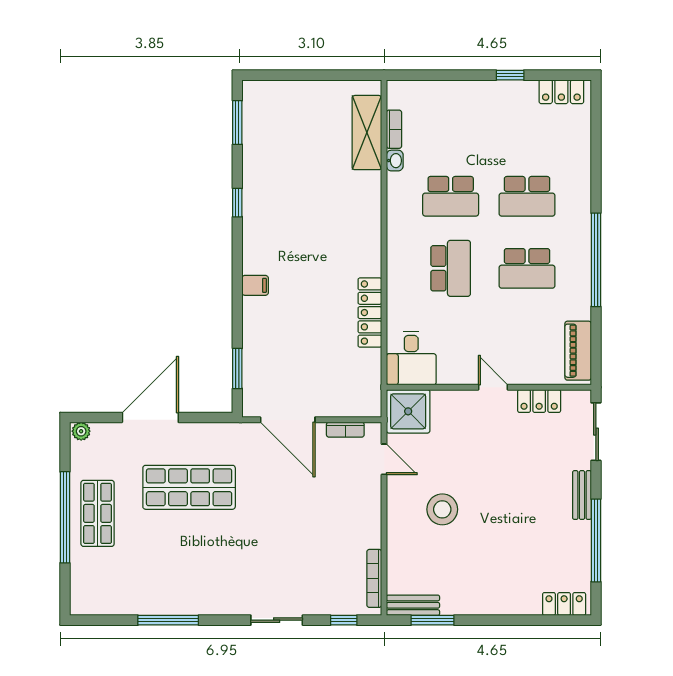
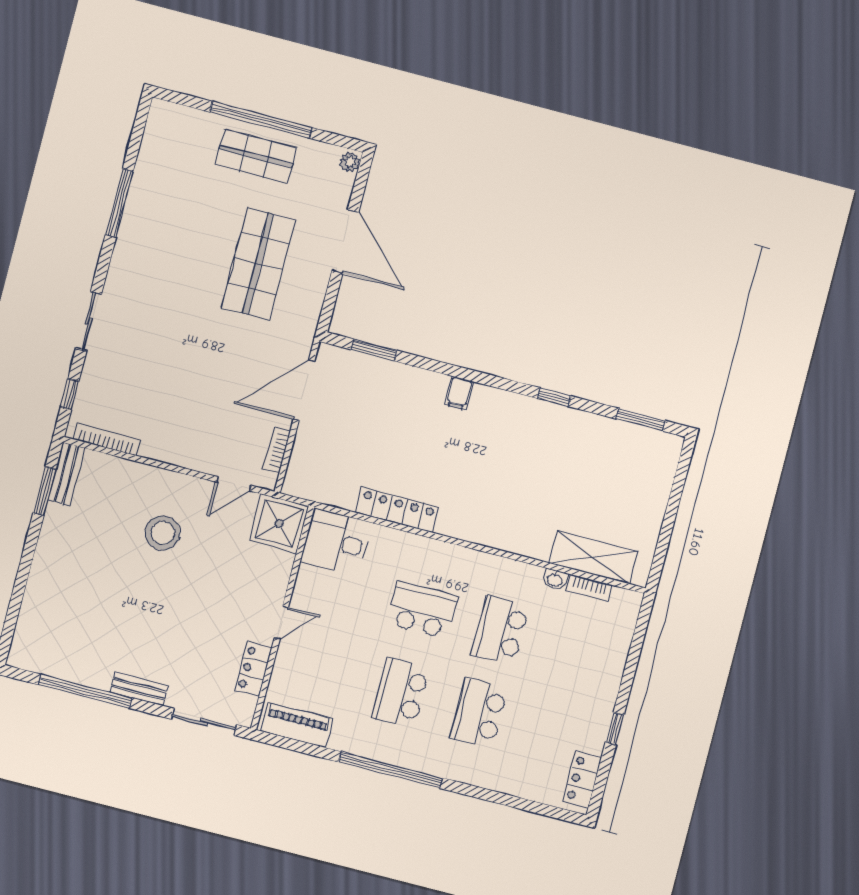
school desk: (451, 268) -> (422, 610), turned 180
locker: (564, 604) -> (25, 639), removed

